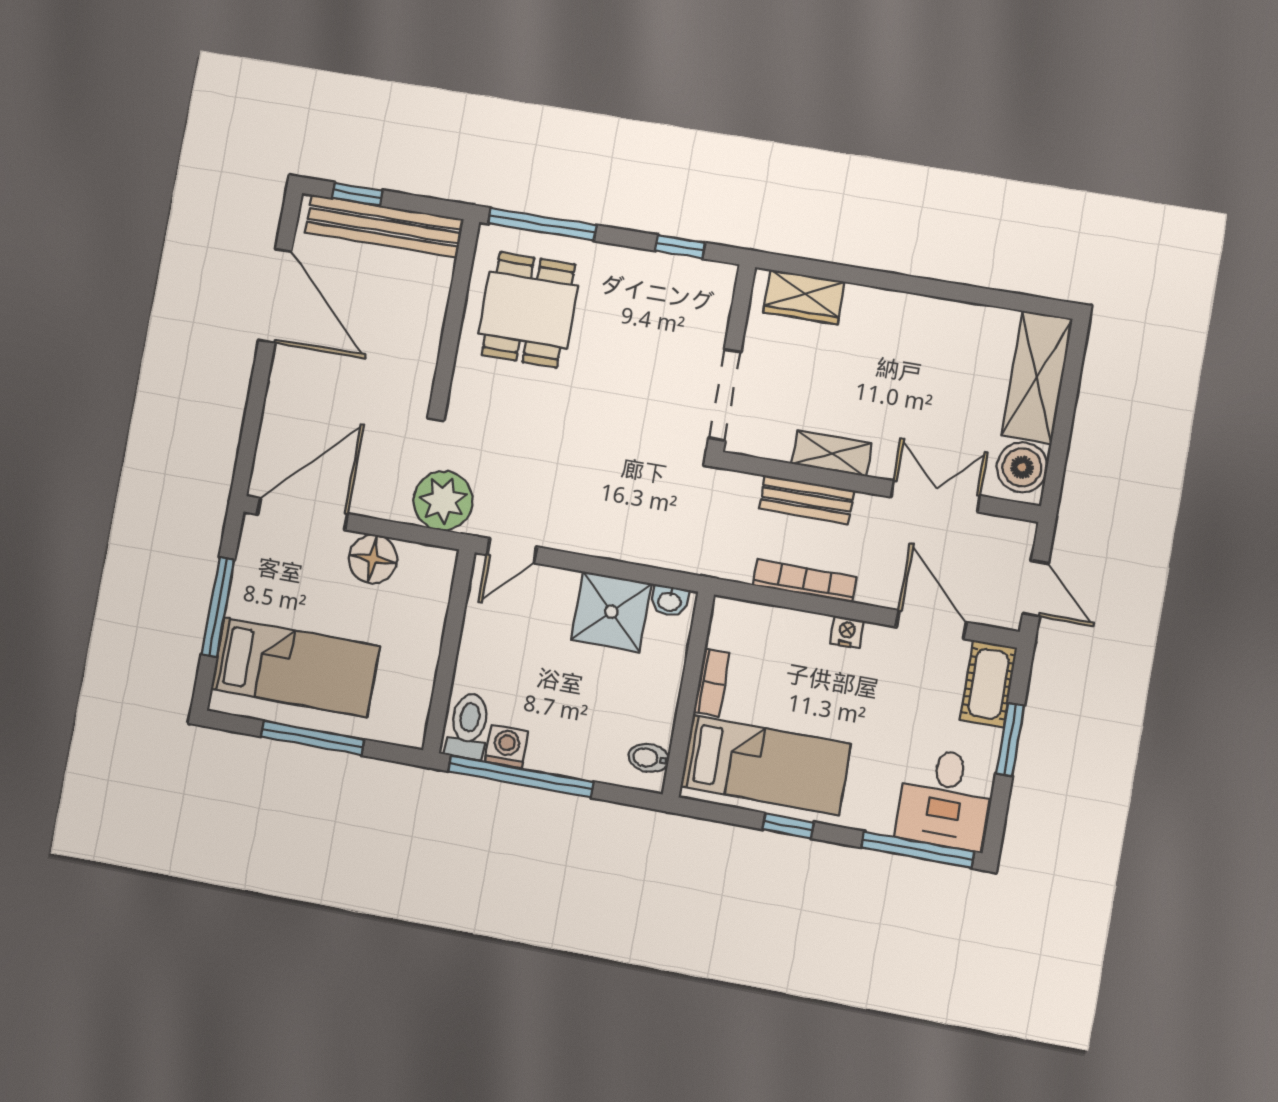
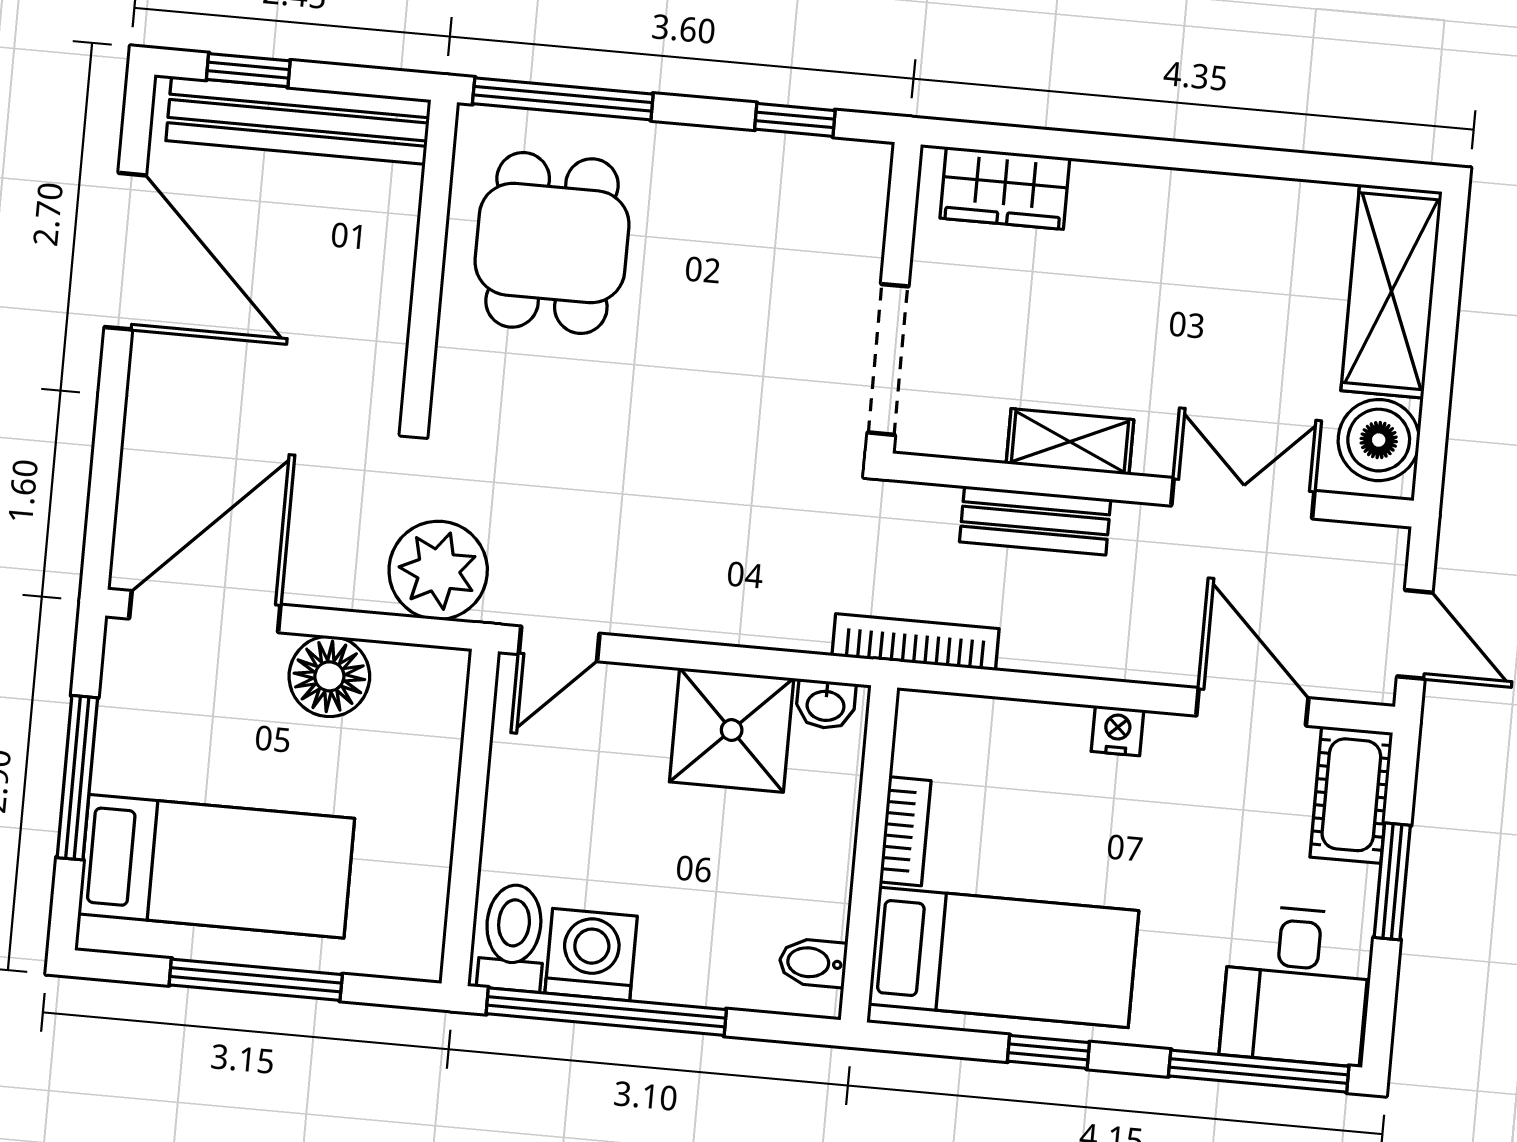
bookcase: (805, 581) -> (916, 642), moved
washing machine: (506, 747) -> (591, 955), width x1.38, depth x1.38

